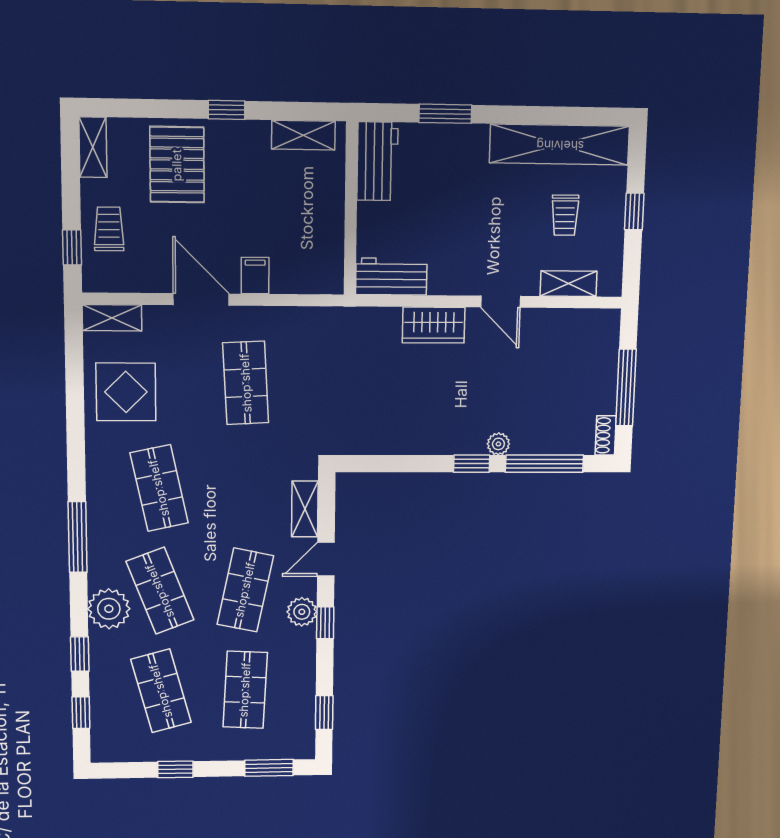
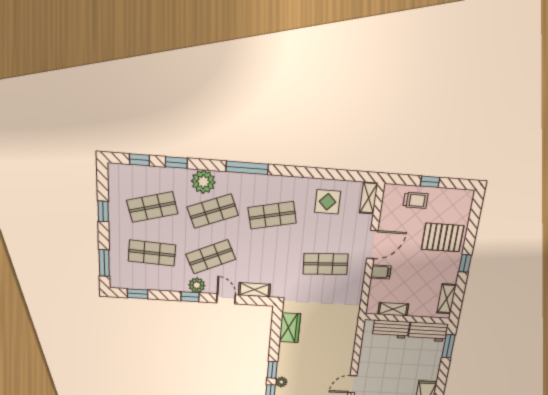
window: (445, 114) -> (448, 346), moved
shelving: (93, 147) -> (393, 309), moved
window: (72, 247) -> (430, 182), moved
workbench: (391, 277) -> (391, 329), moved, turned 90
wardrobe: (434, 325) -> (290, 328), moved, turned 180
display table: (126, 392) -> (328, 202), width x0.73, depth x0.73
shop shelf: (245, 590) -> (211, 257), turned -36

